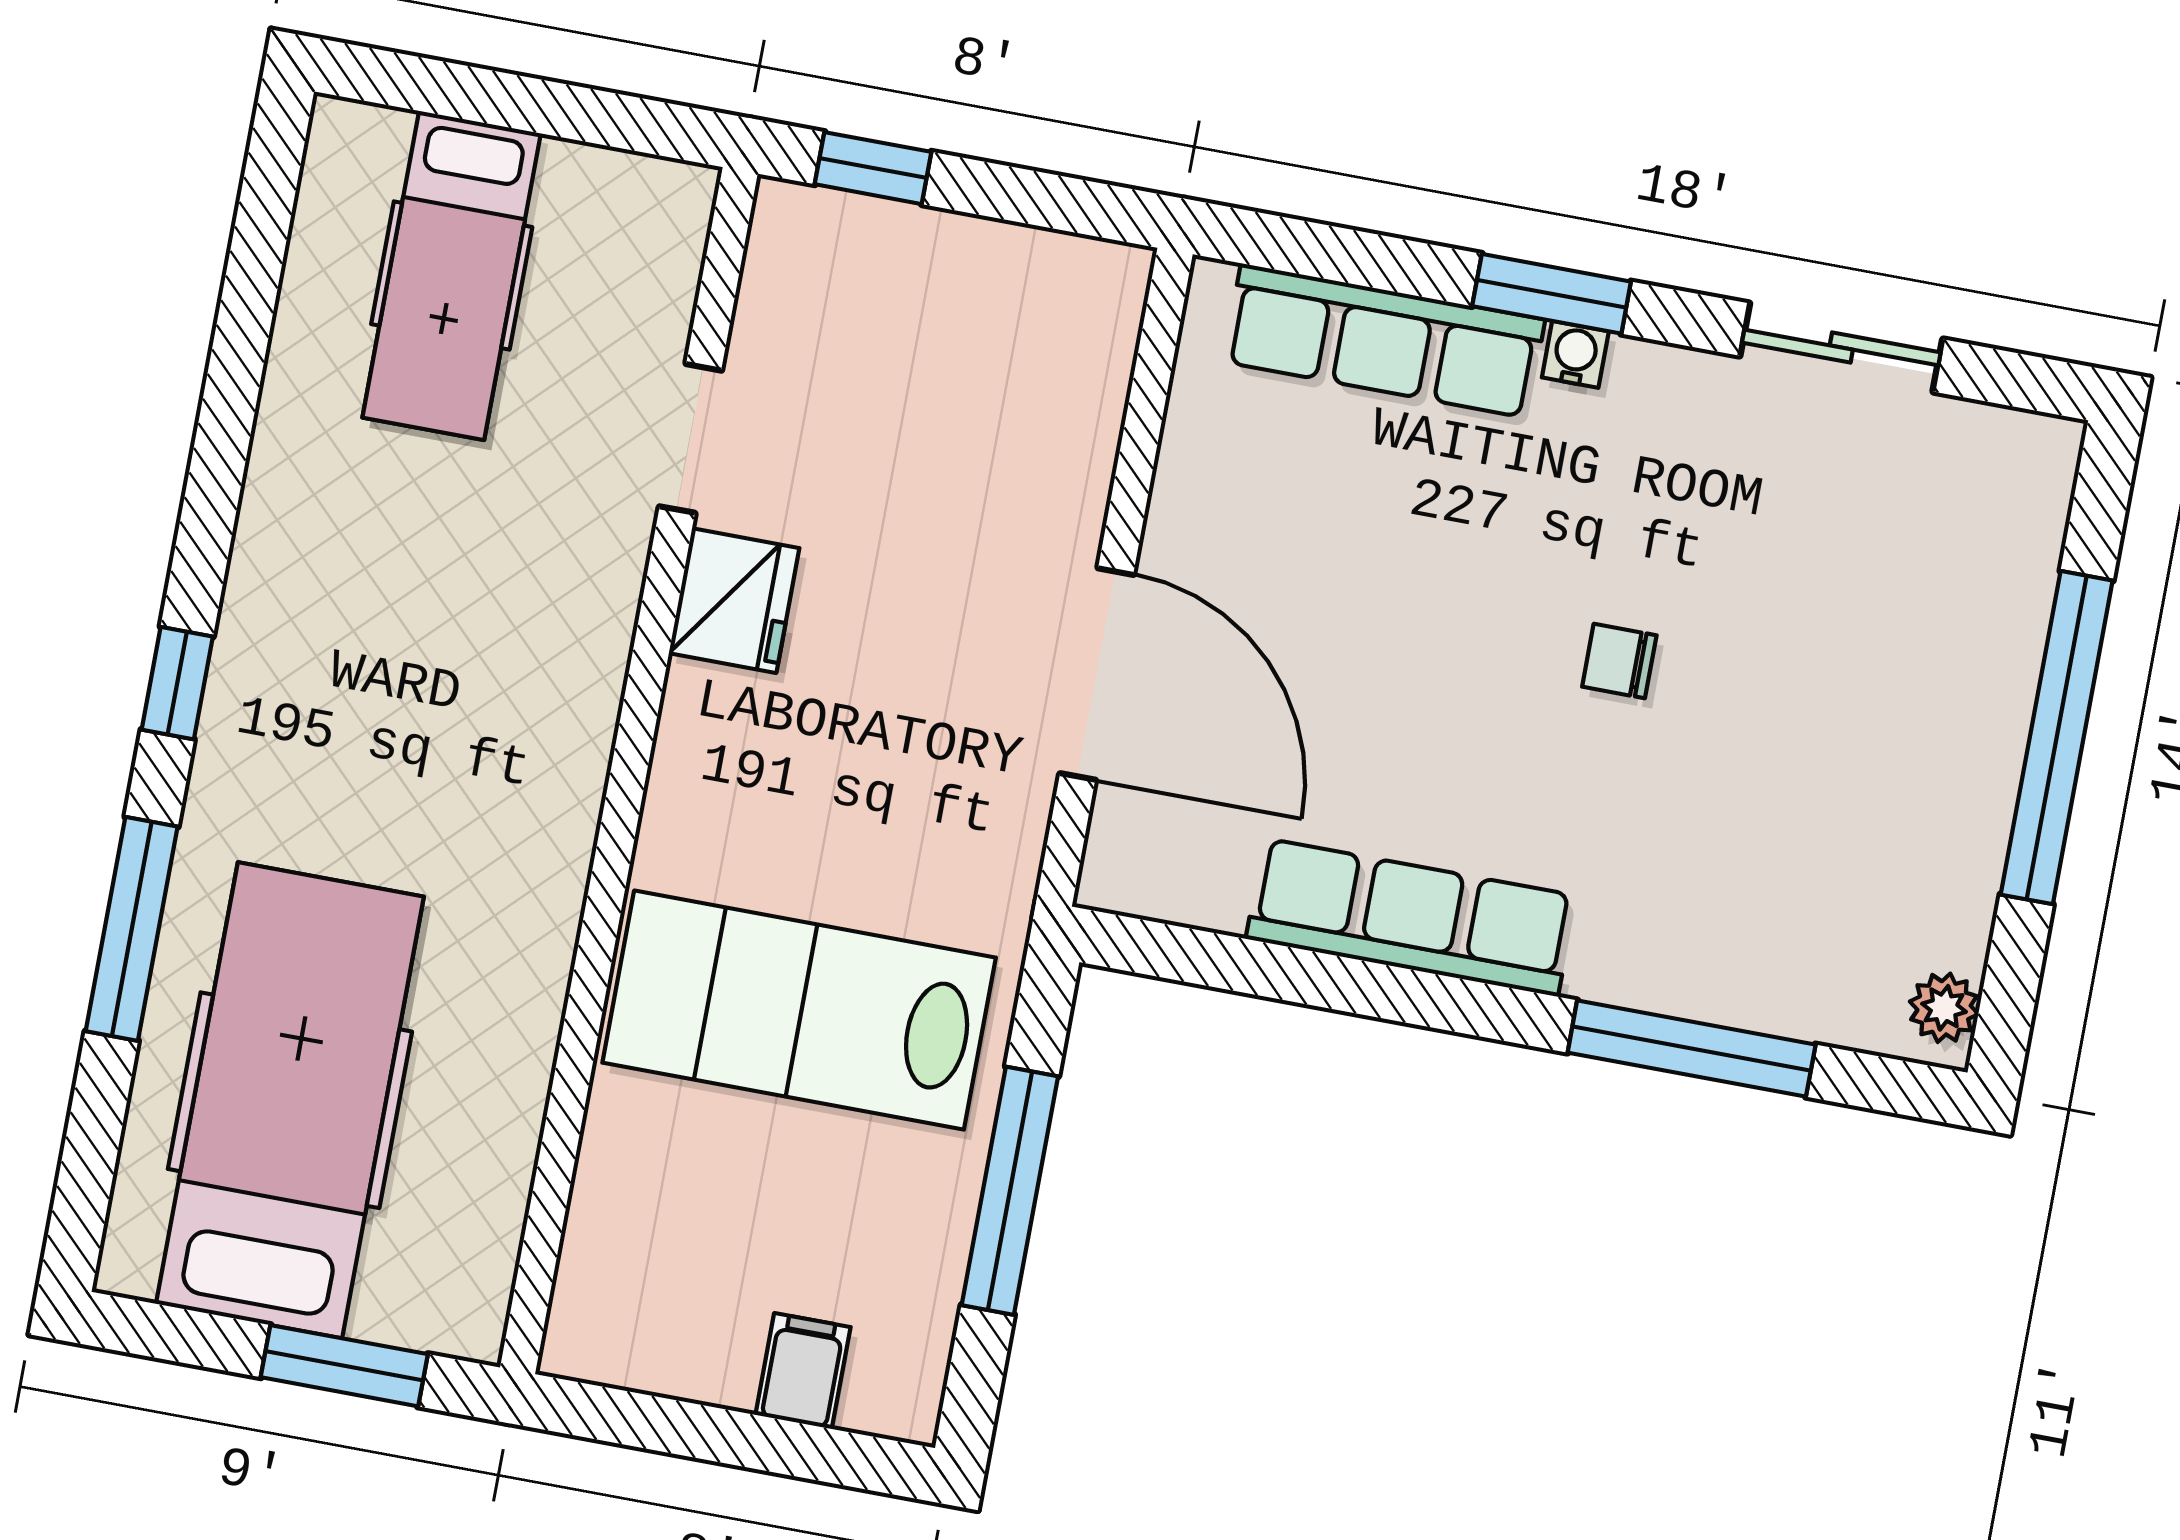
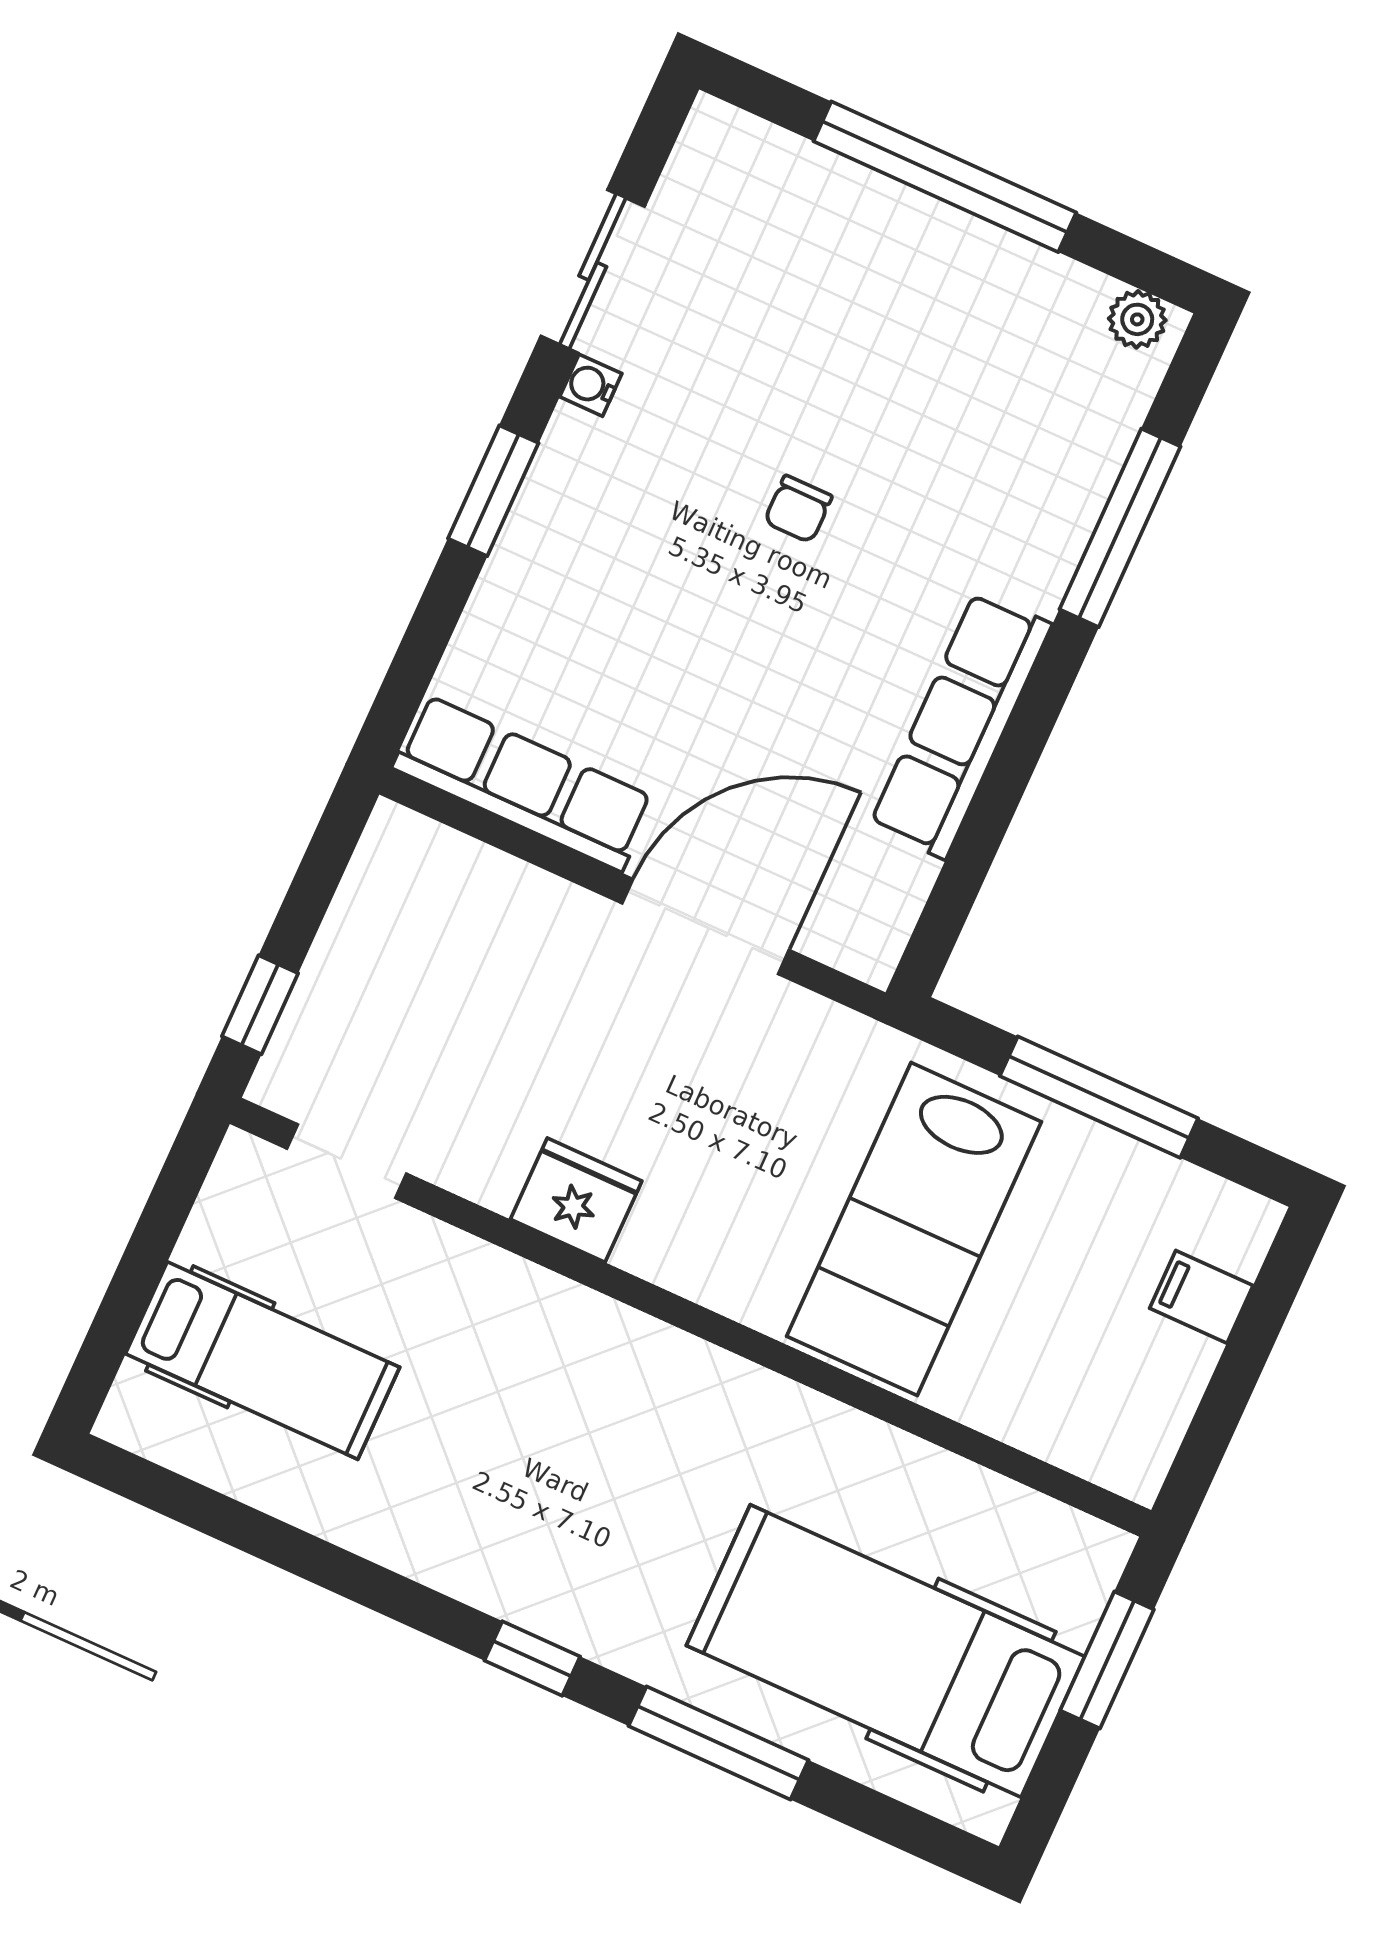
row of seats: (1384, 341) -> (523, 783), moved, turned -90
water cooler: (1575, 354) -> (591, 385), moved
doorway: (690, 438) -> (347, 1161), moved

